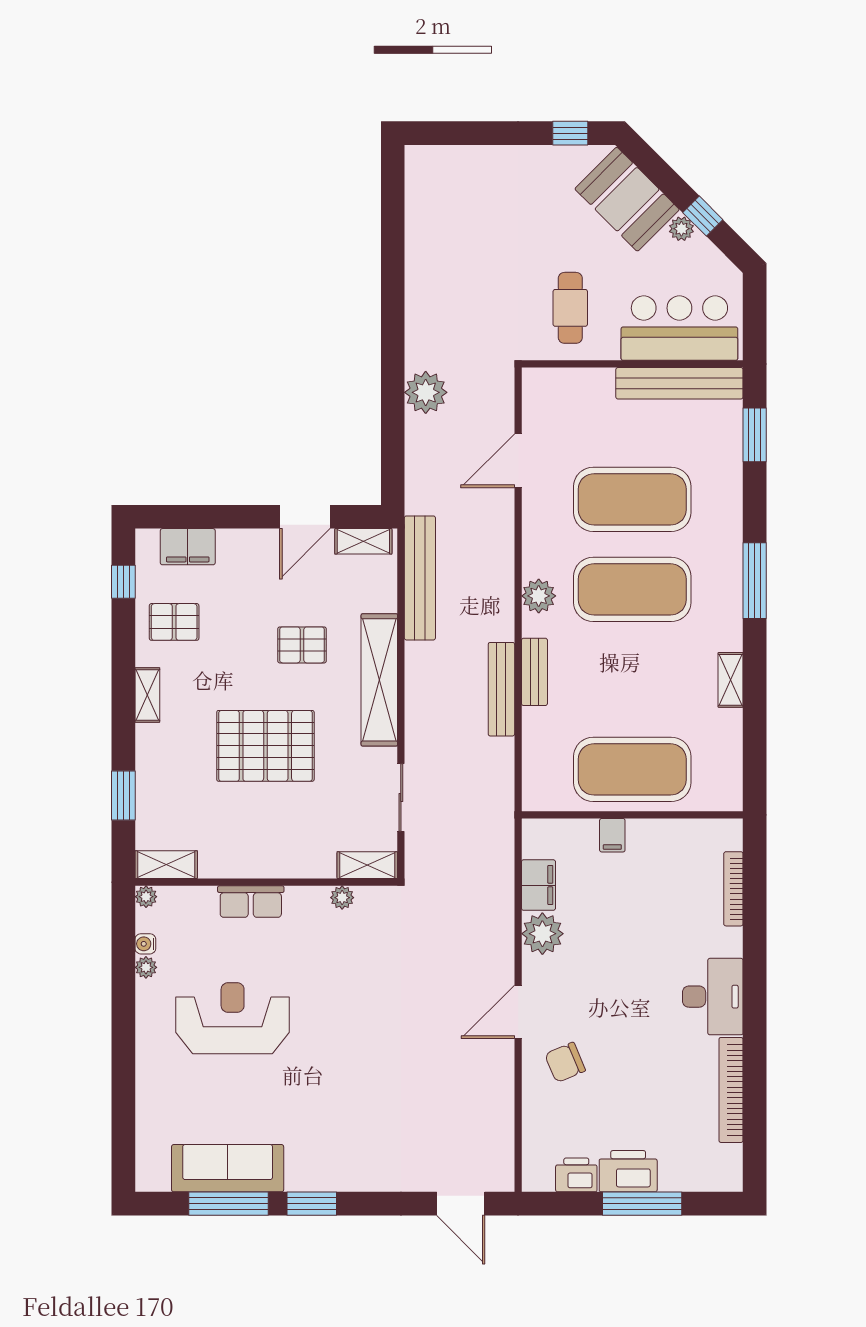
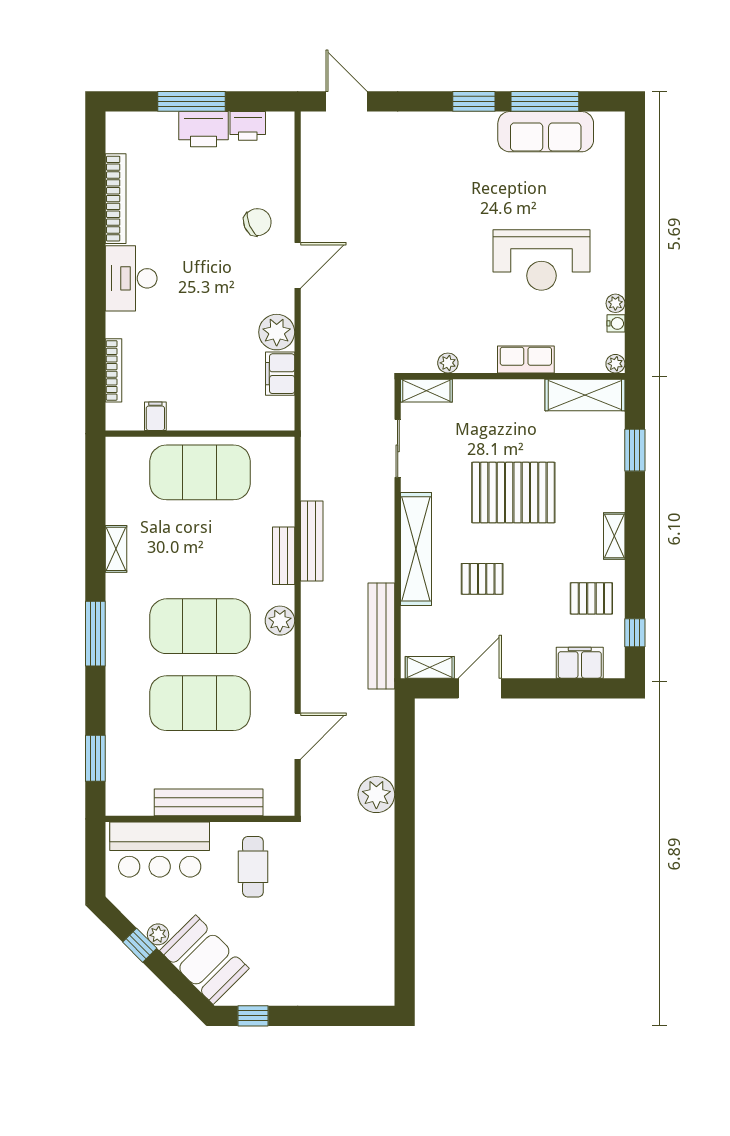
bench: (679, 383) -> (209, 802), moved
filing cabinet: (612, 835) -> (155, 416), moved
shelving: (166, 865) -> (585, 395), width x1.50, depth x1.33

